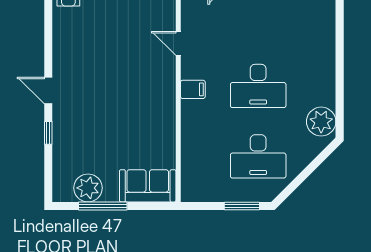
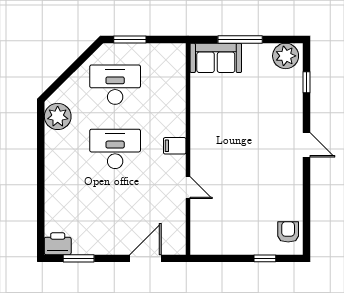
window: (48, 133) -> (306, 82), moved
plant: (88, 188) -> (286, 56), moved
window: (103, 206) -> (240, 39), moved

